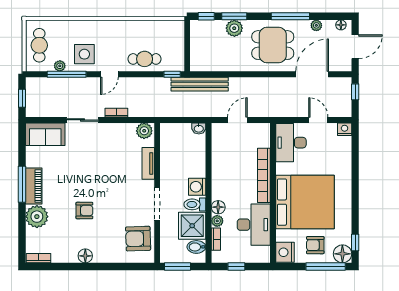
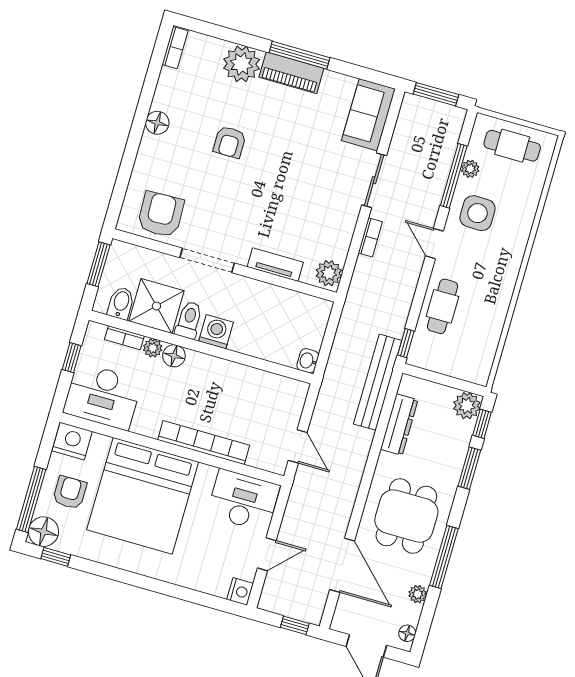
plant: (234, 28) -> (467, 406), moved
dresser: (221, 64) -> (399, 425), added
window: (22, 98) -> (436, 94), width x1.50
door: (237, 120) -> (298, 446), moved
desk: (254, 225) -> (103, 396), moved

